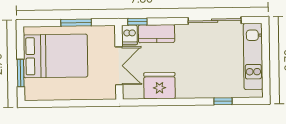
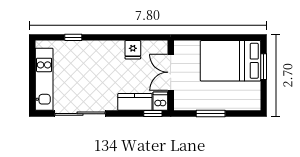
bed: (56, 56) -> (230, 61), moved
fridge: (159, 86) -> (133, 50), width x0.53, depth x0.75

